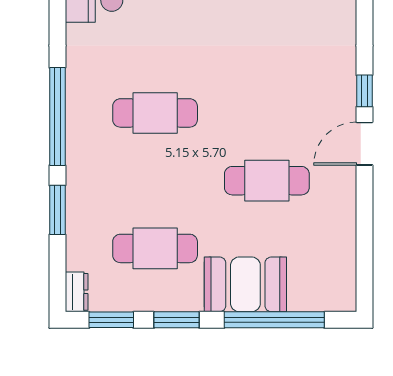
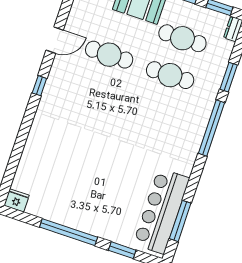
cafe table: (155, 113) -> (170, 75), moved
door: (364, 144) -> (55, 40), moved

